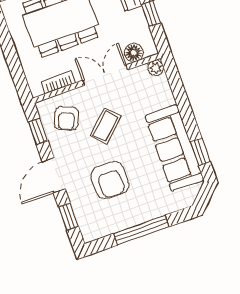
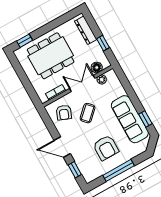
plant: (156, 68) -> (102, 80), moved
window: (38, 131) -> (49, 123), removed
door: (54, 175) -> (62, 147), hinge flipped
armchair: (110, 180) -> (106, 148), moved

